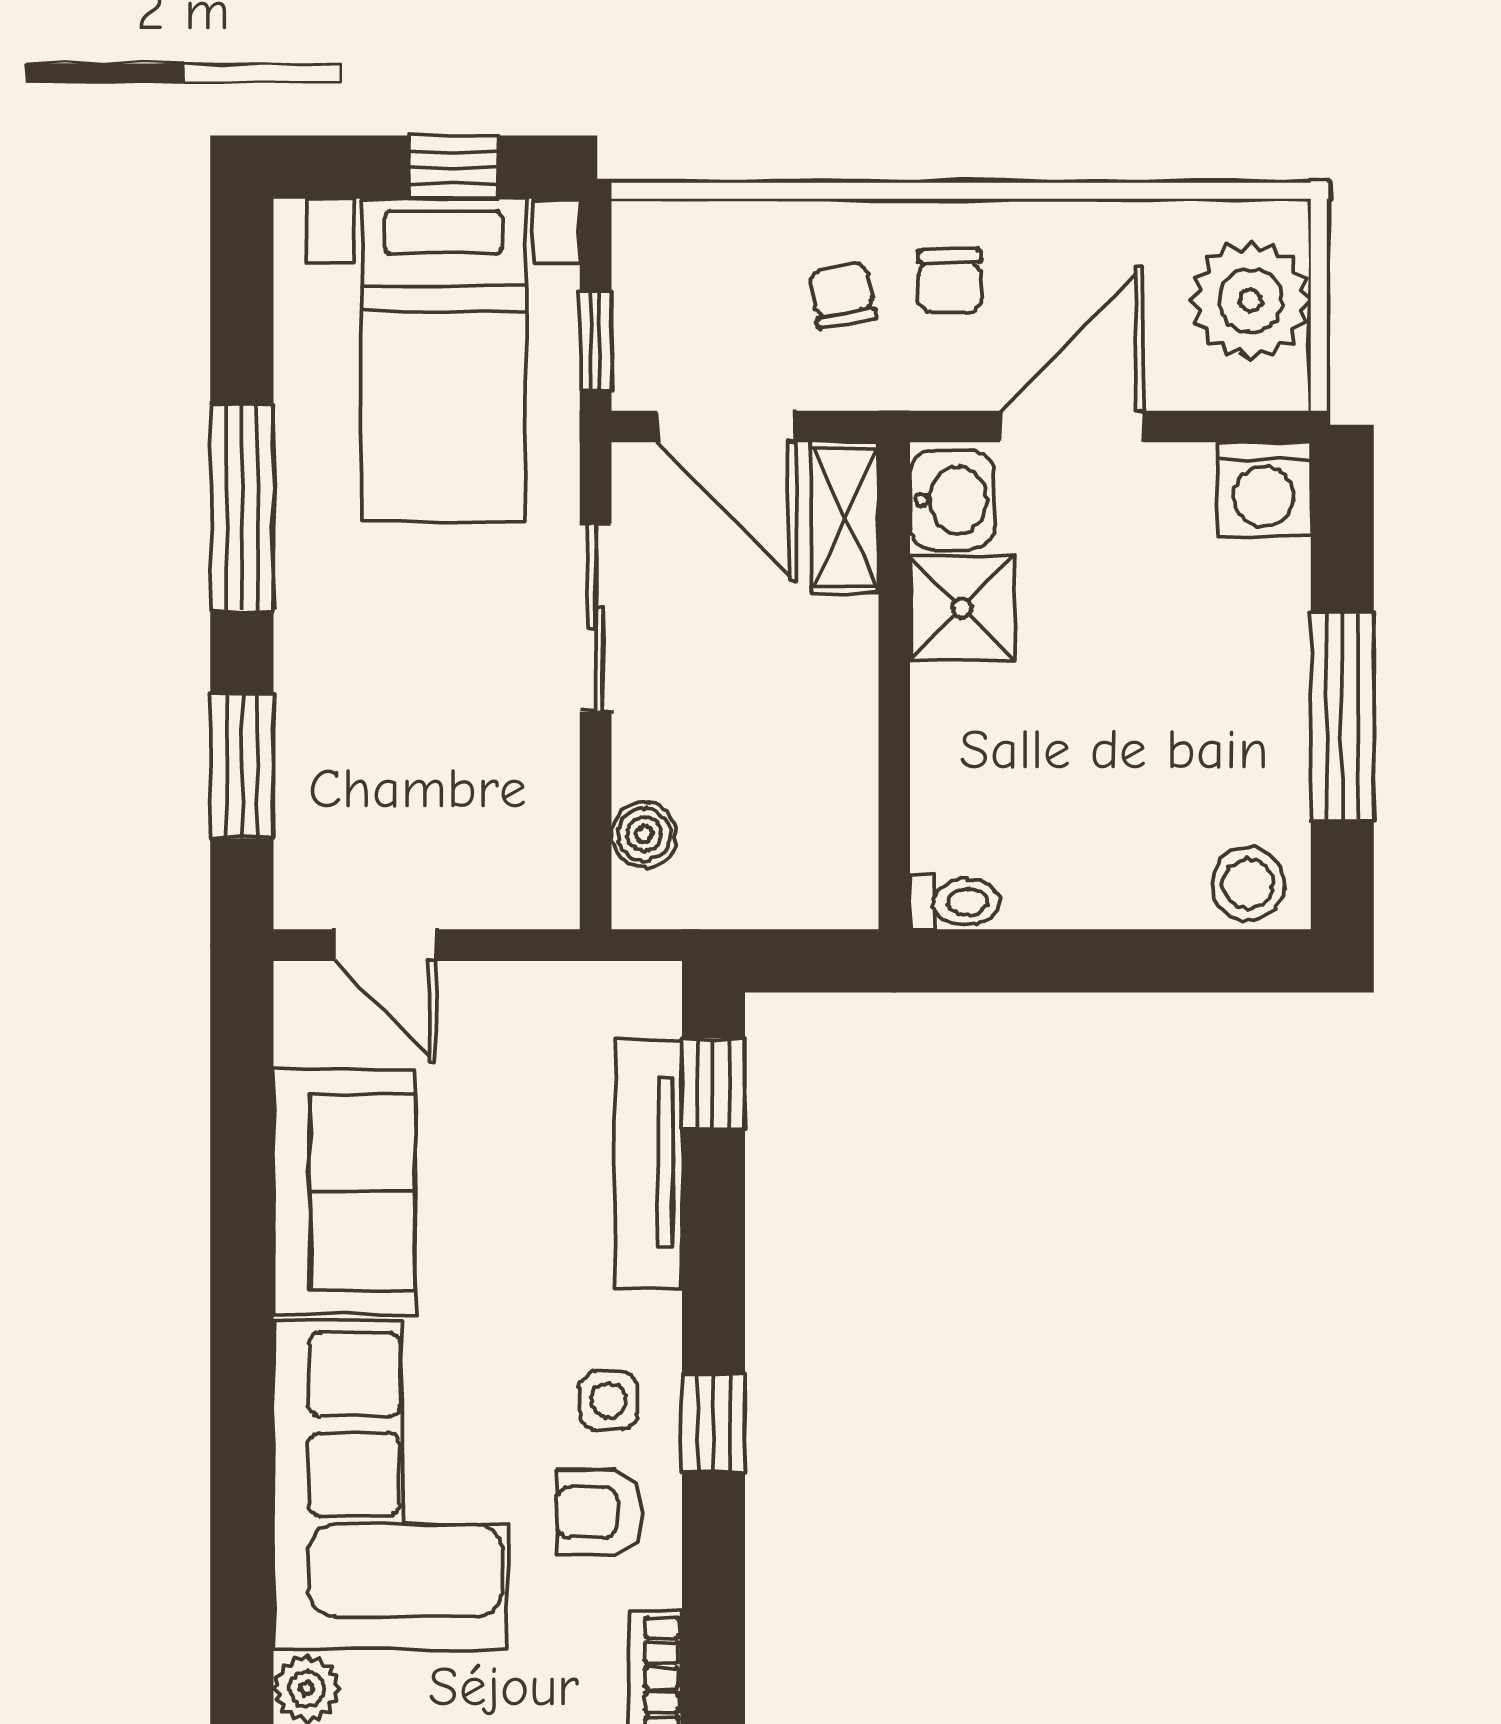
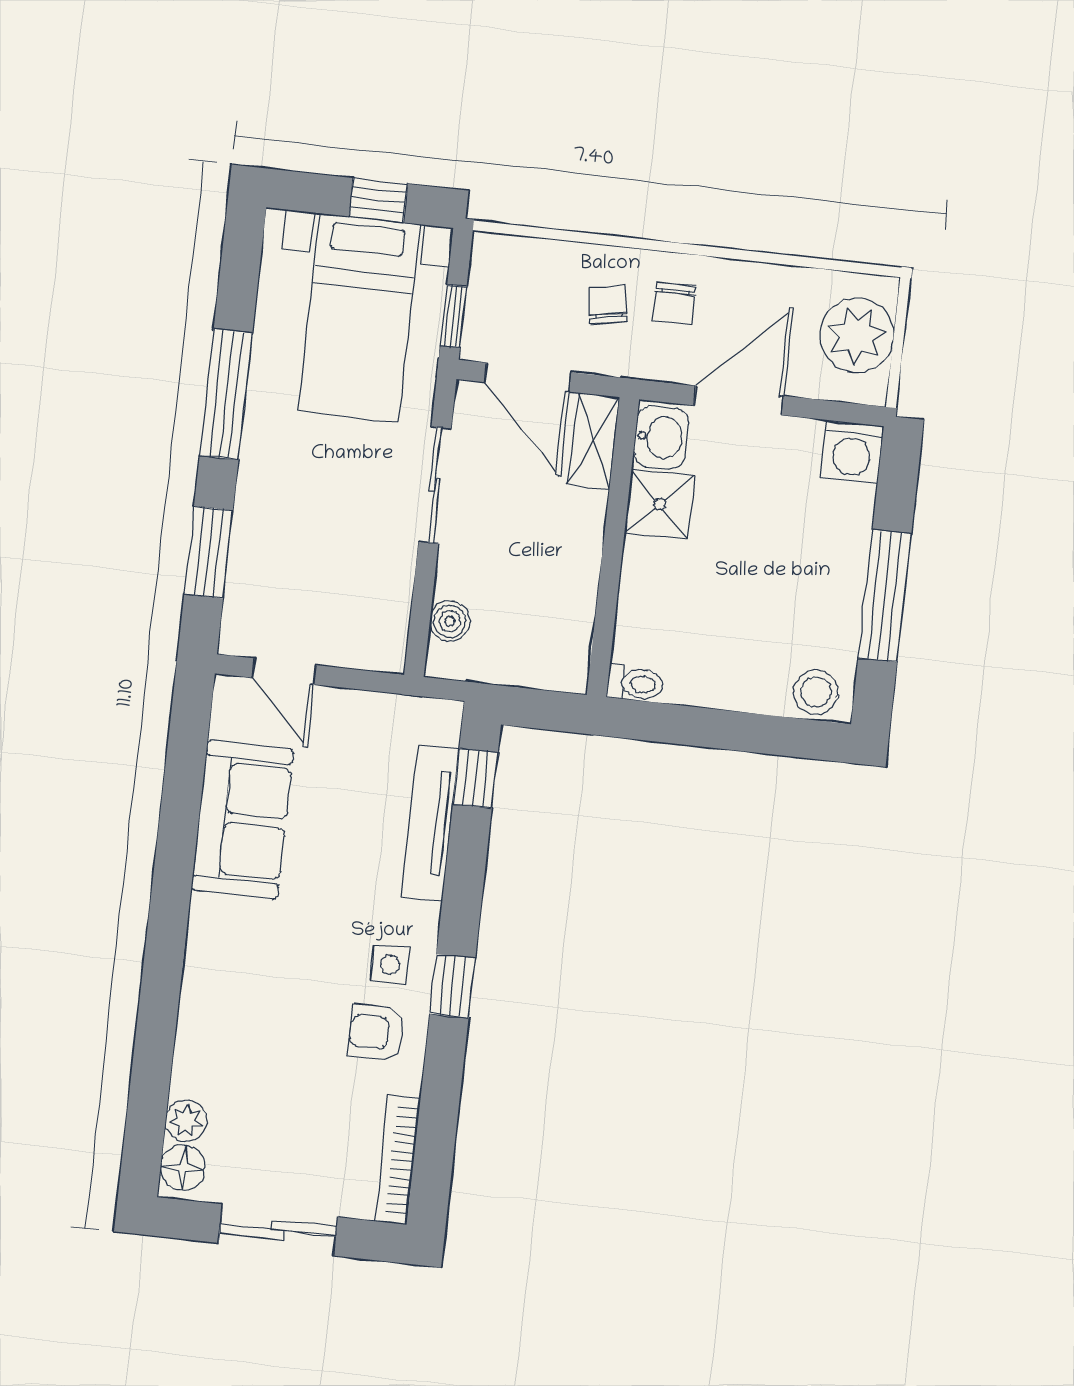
corner sofa: (390, 1485) -> (251, 1002), removed

